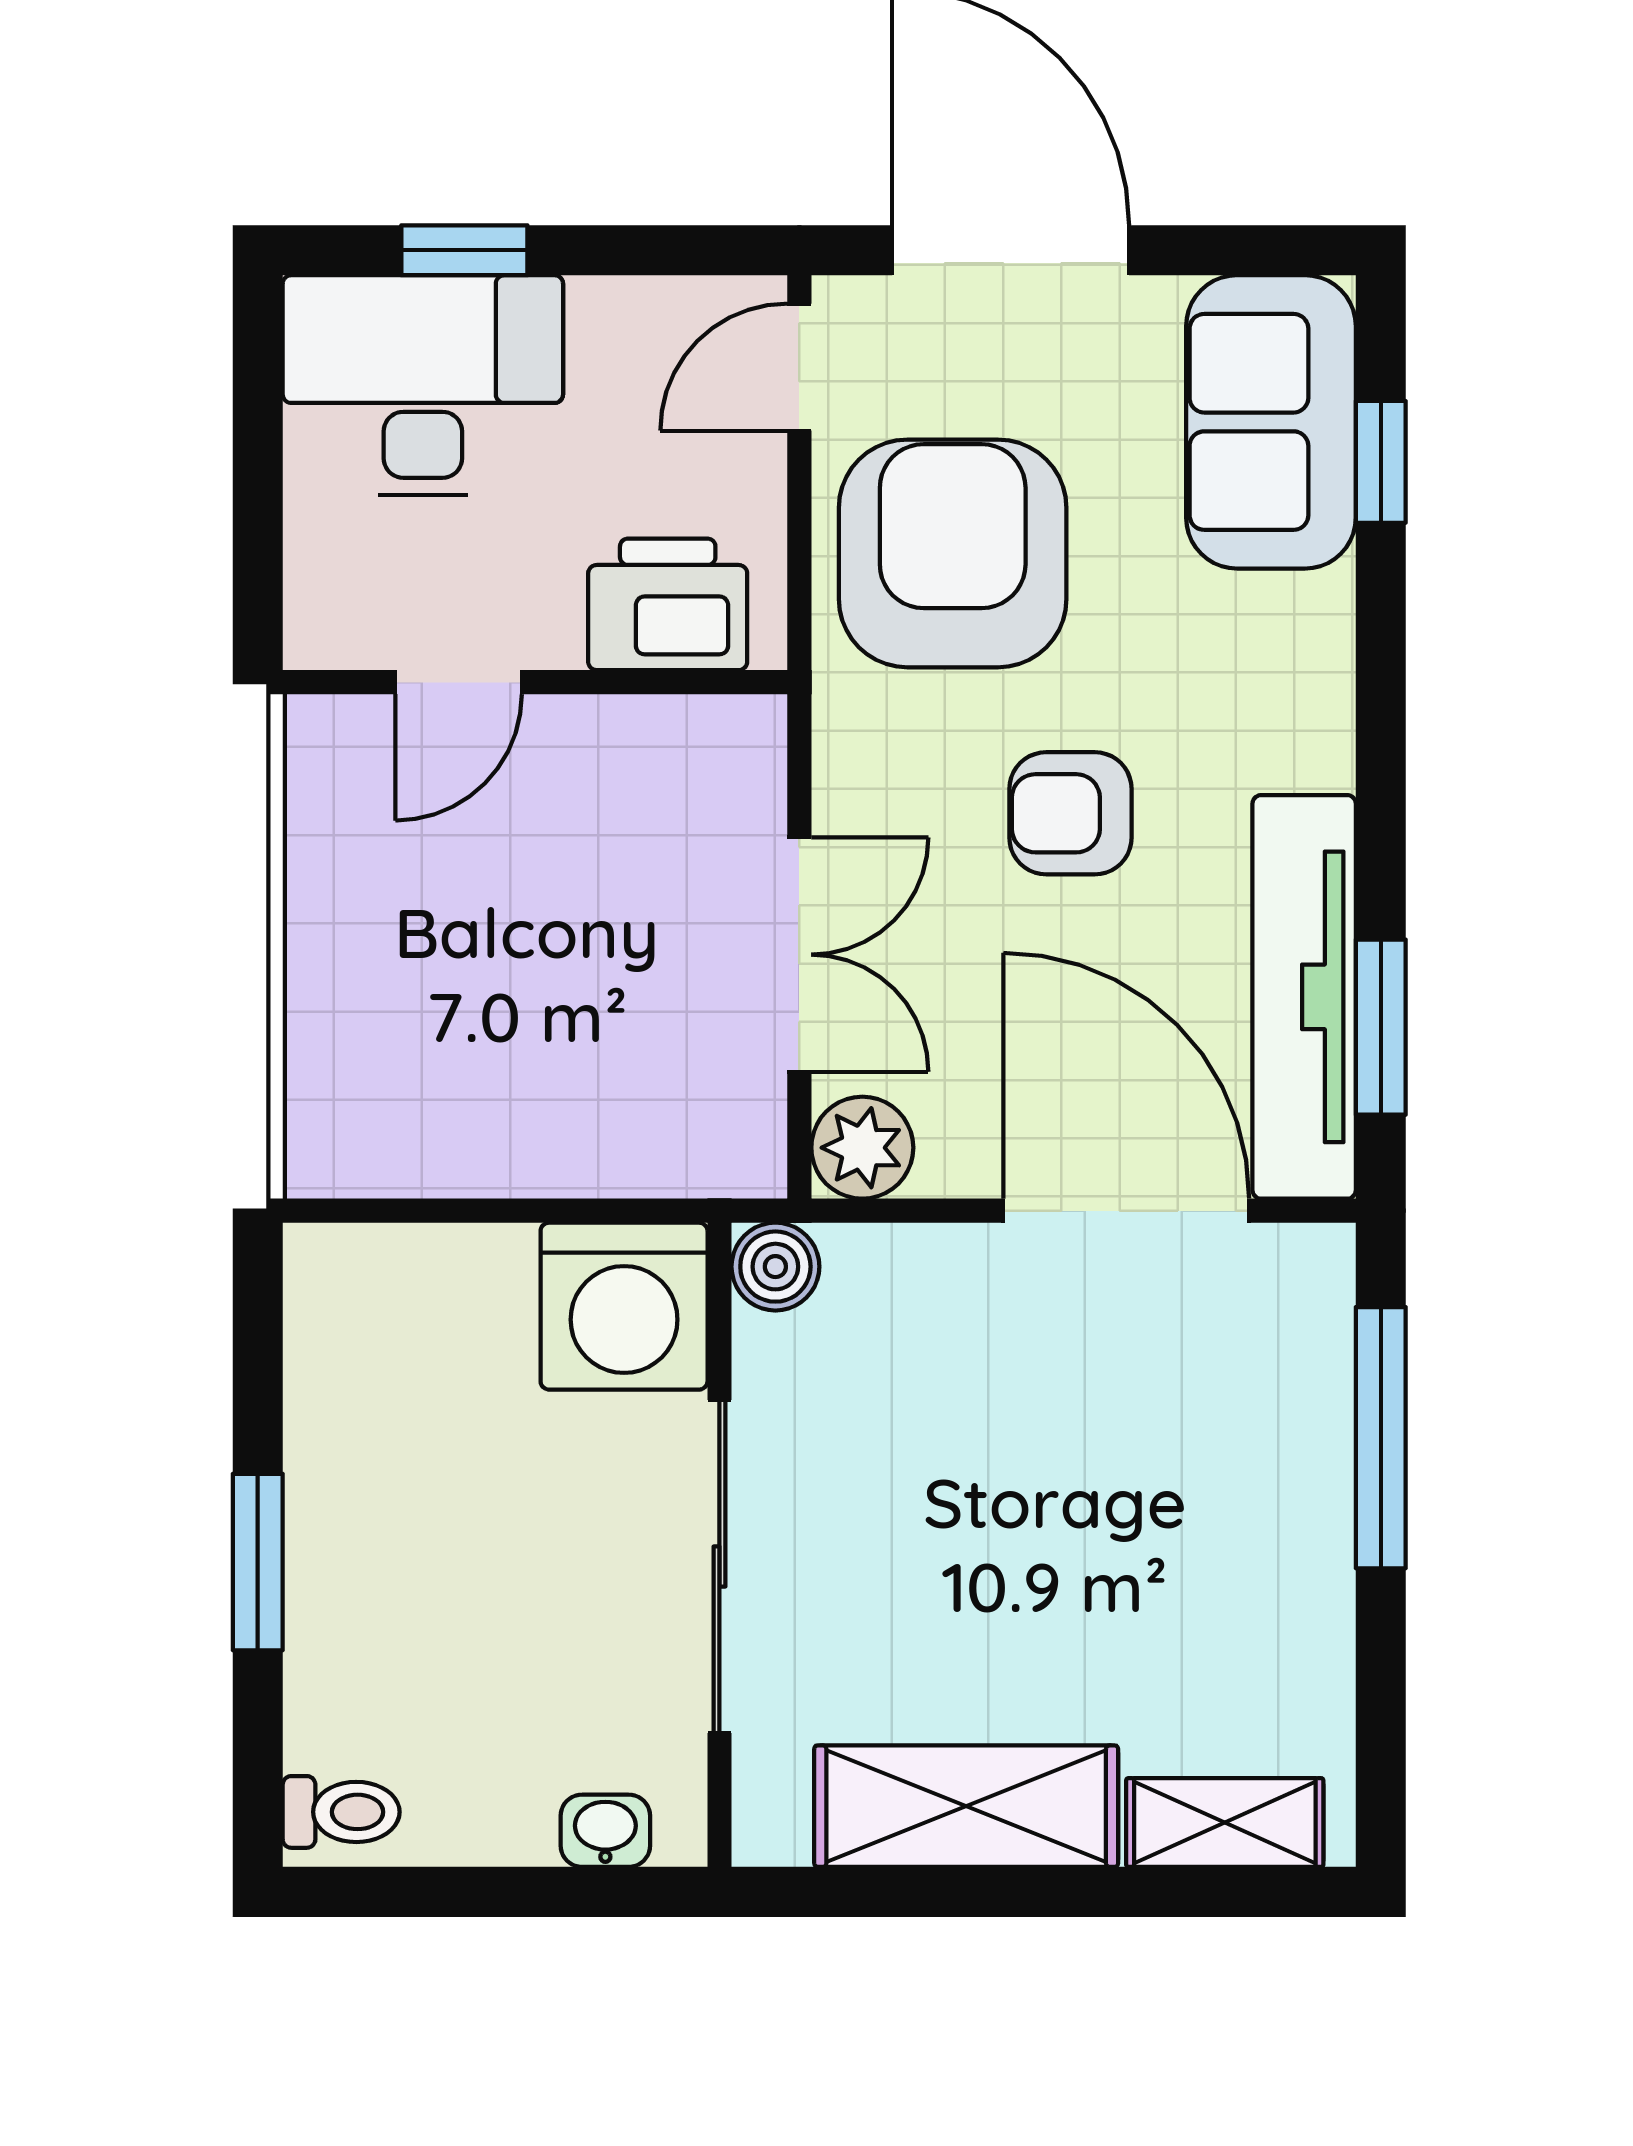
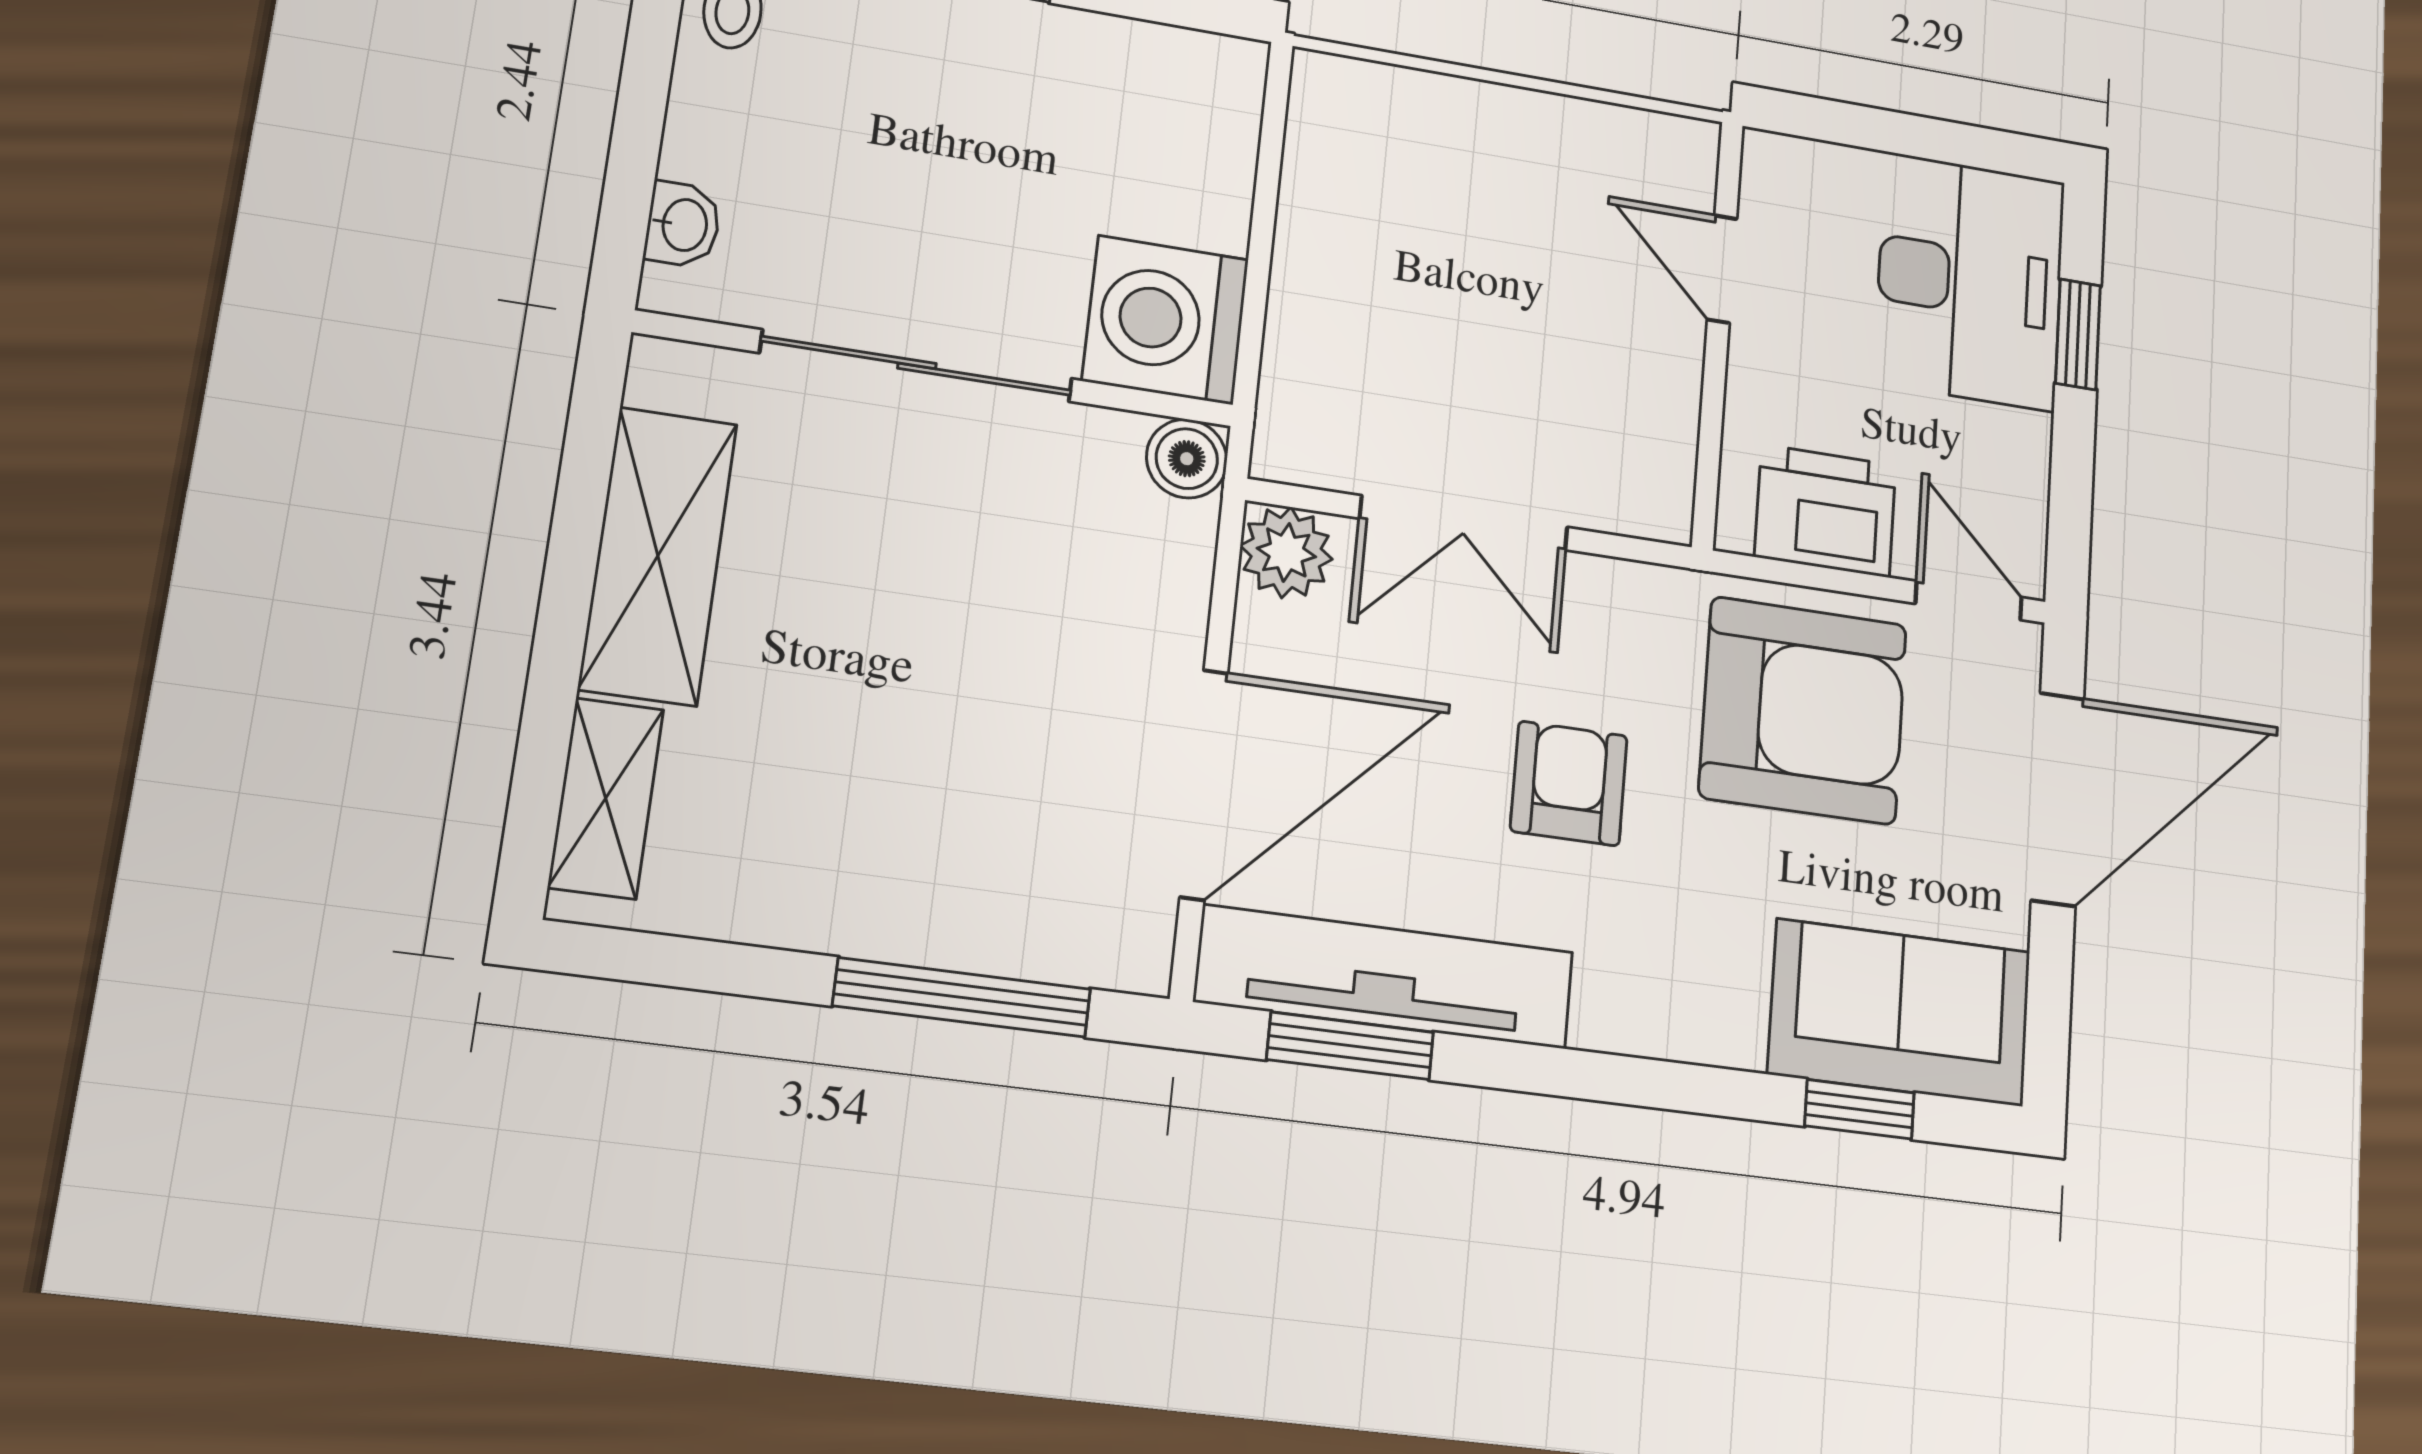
printer: (668, 604) -> (1825, 511), moved, turned -90

